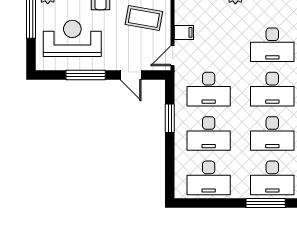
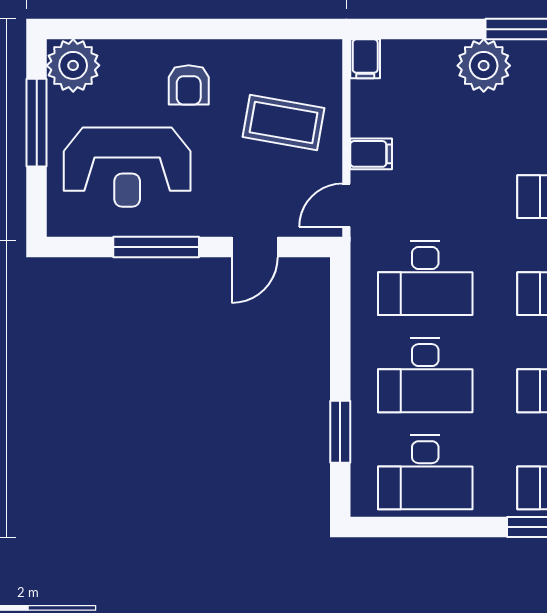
reception desk: (72, 38) -> (127, 167), turned 180
door: (131, 75) -> (255, 247), hinge flipped
window: (170, 118) -> (340, 432), moved

